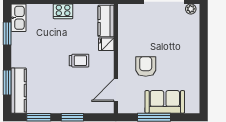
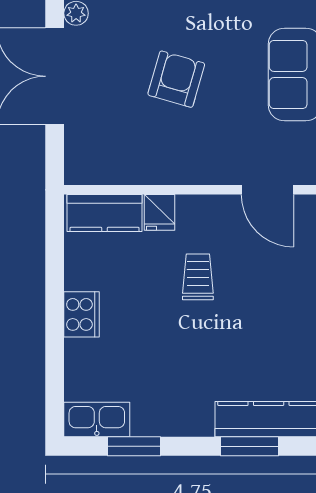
armchair: (146, 67) -> (176, 79), moved, turned 106

